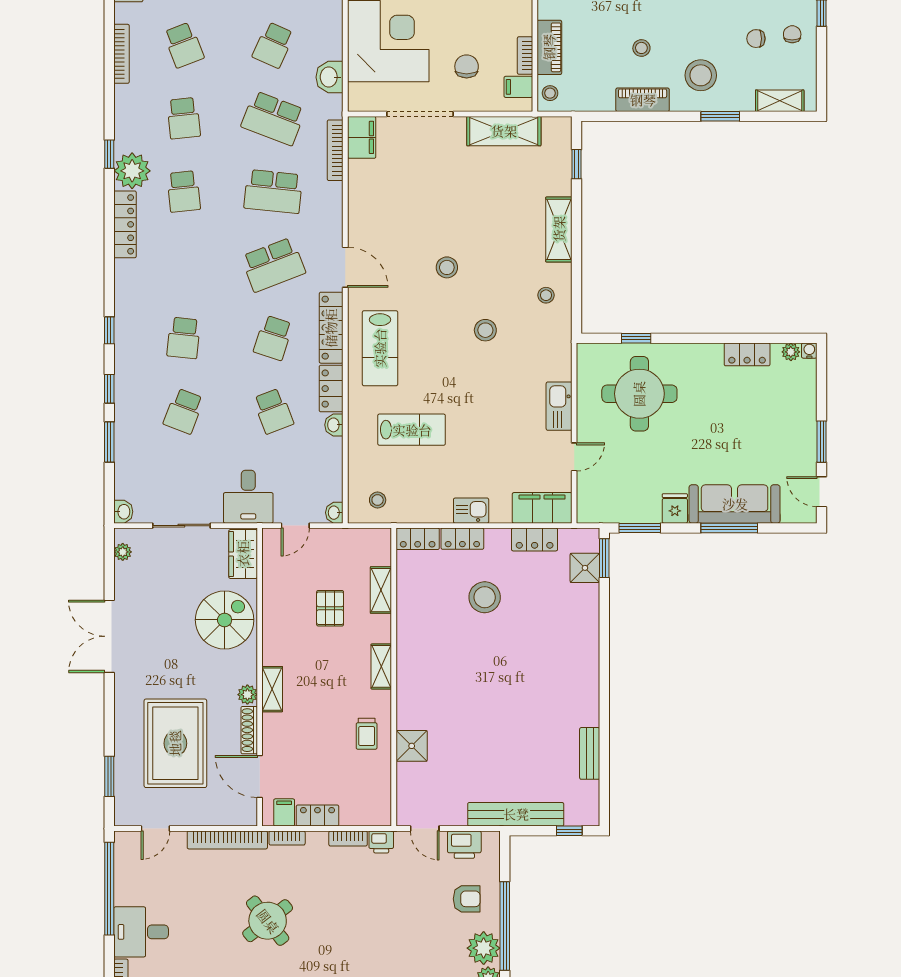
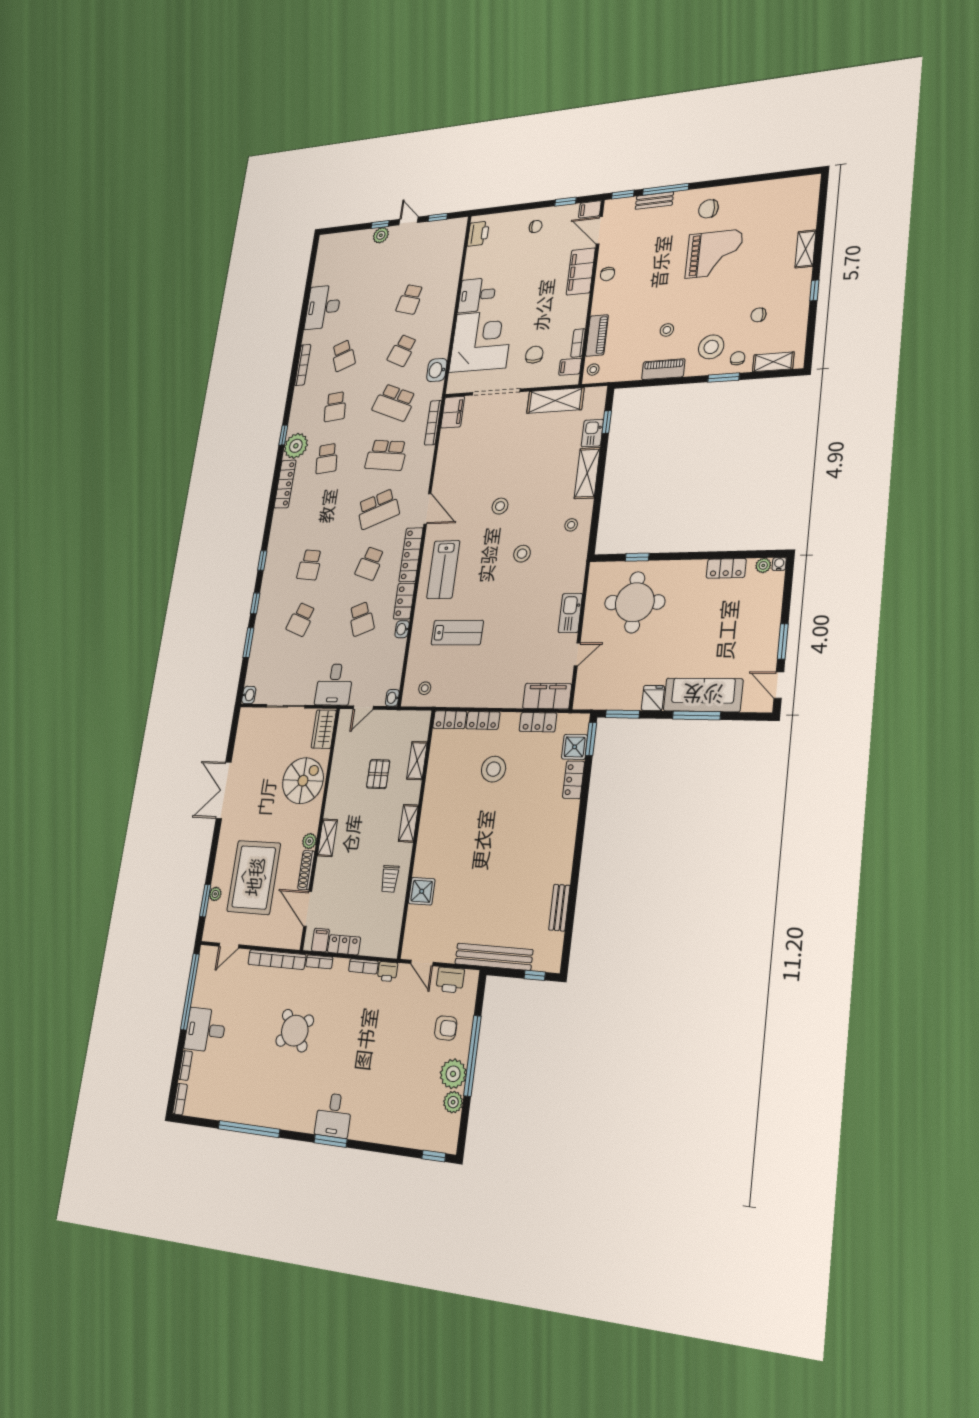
chair: (792, 34) -> (738, 358), moved
kitchen sink: (471, 511) -> (592, 433), moved, turned -90
plant: (123, 552) -> (215, 894), moved
locker: (588, 606) -> (574, 780), added

